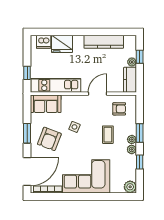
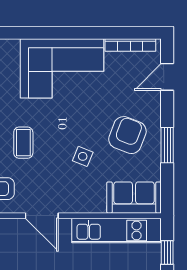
door: (98, 94) -> (42, 216), hinge flipped
door: (27, 172) -> (167, 77), width x0.53

